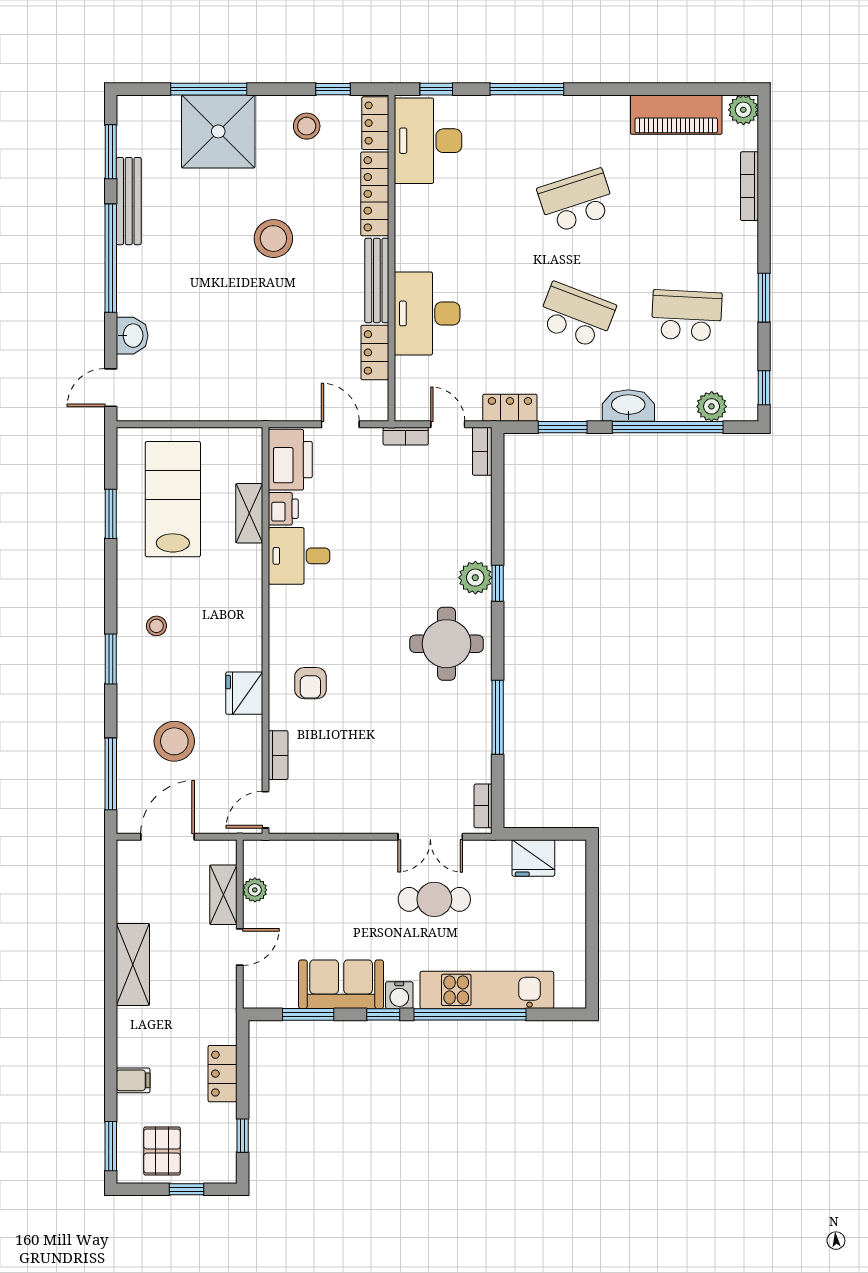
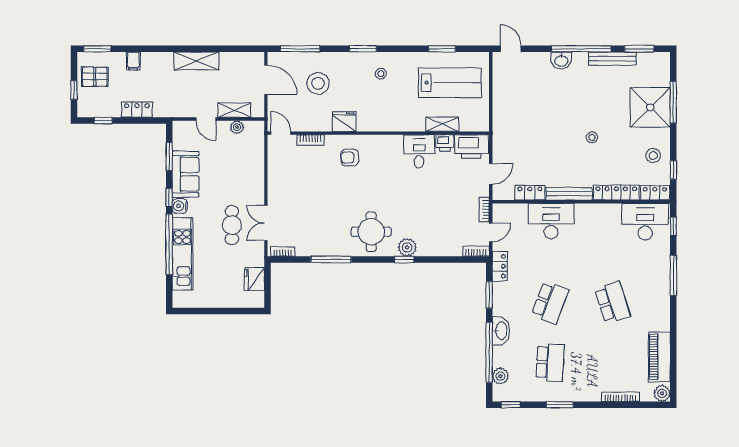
stool: (273, 239) -> (592, 137), width x0.53, depth x0.53
washbasin: (132, 336) -> (561, 60), moved

